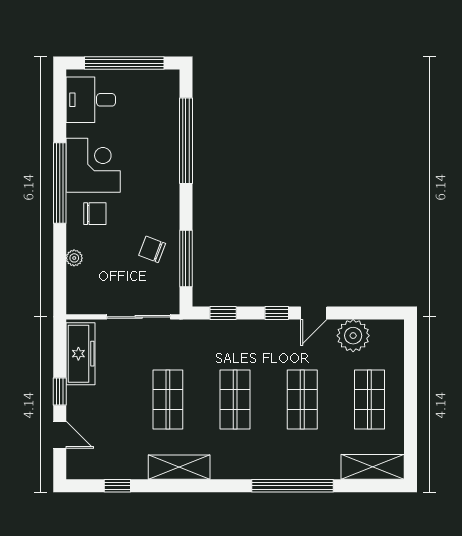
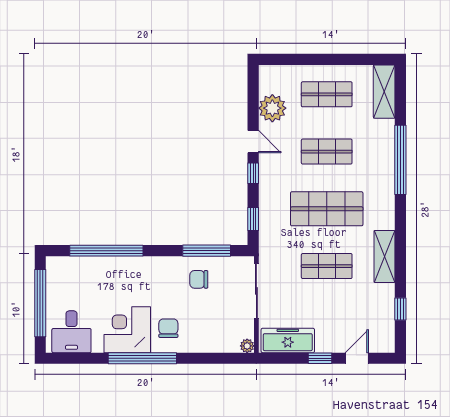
chair: (152, 249) -> (199, 279), turned 69
plant: (74, 258) -> (247, 346), moved
shop shelf: (235, 399) -> (327, 209), width x1.43, depth x1.36

